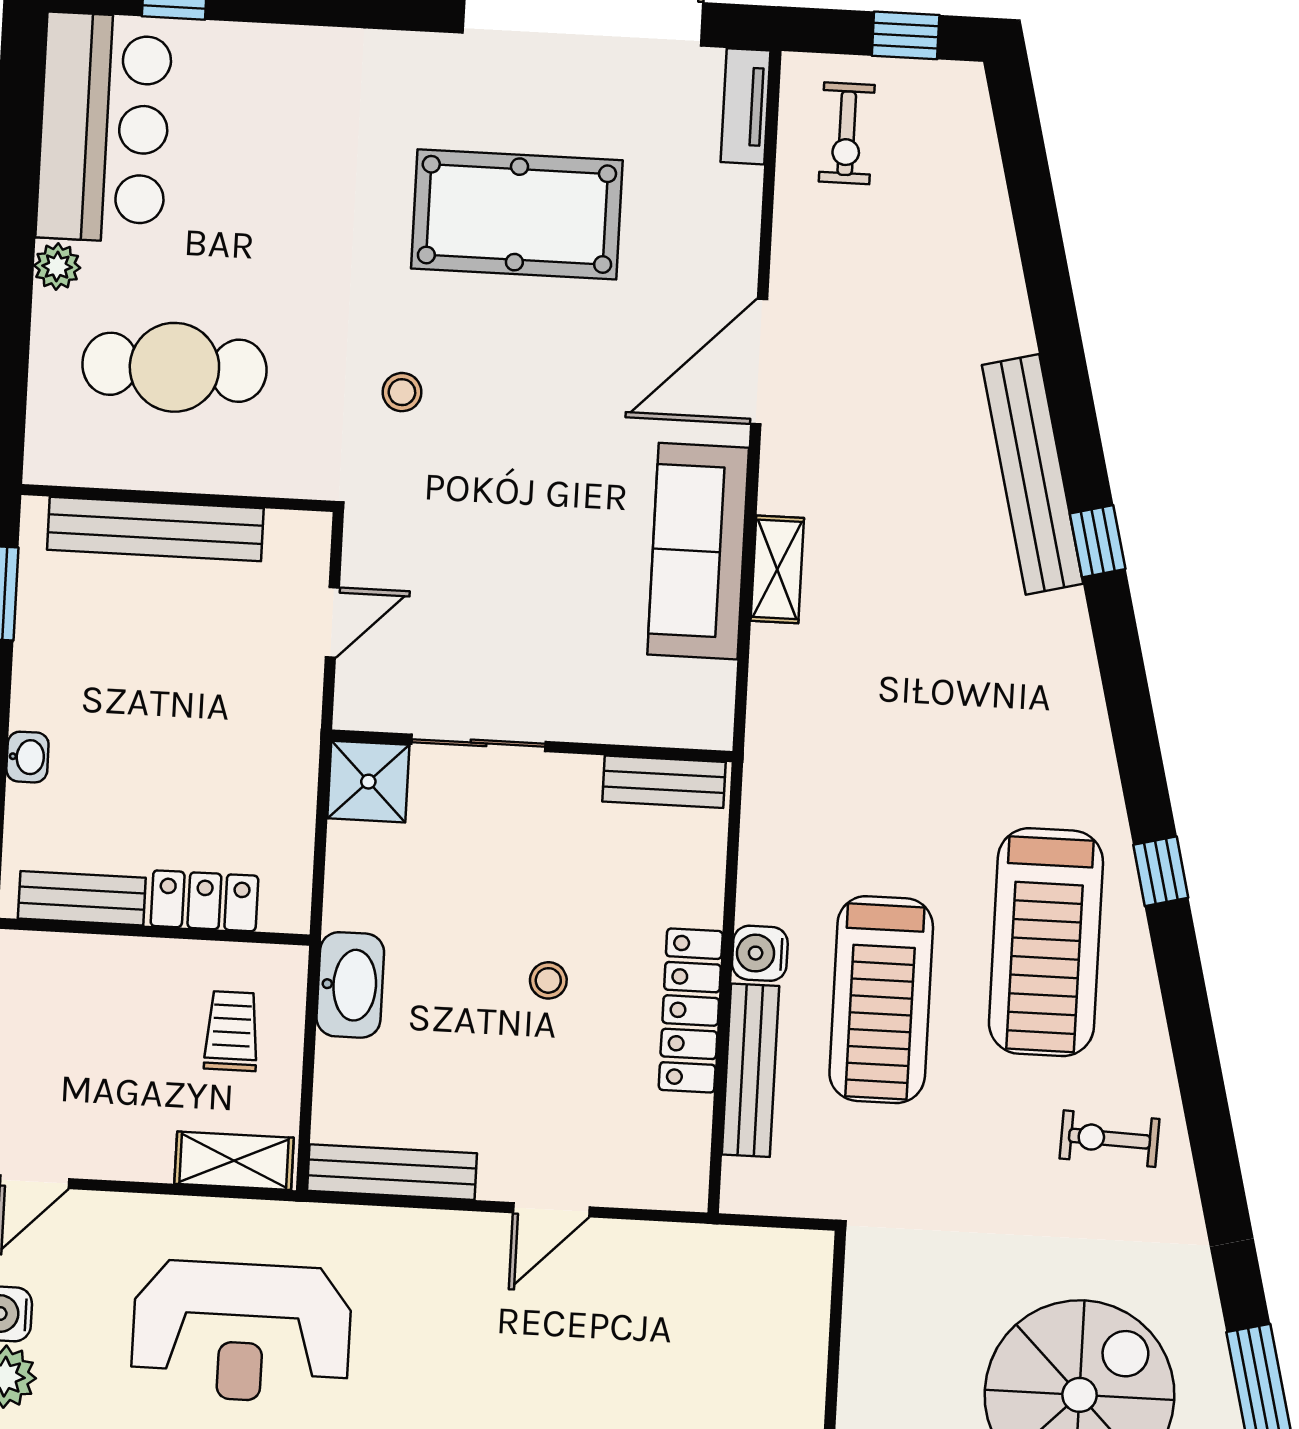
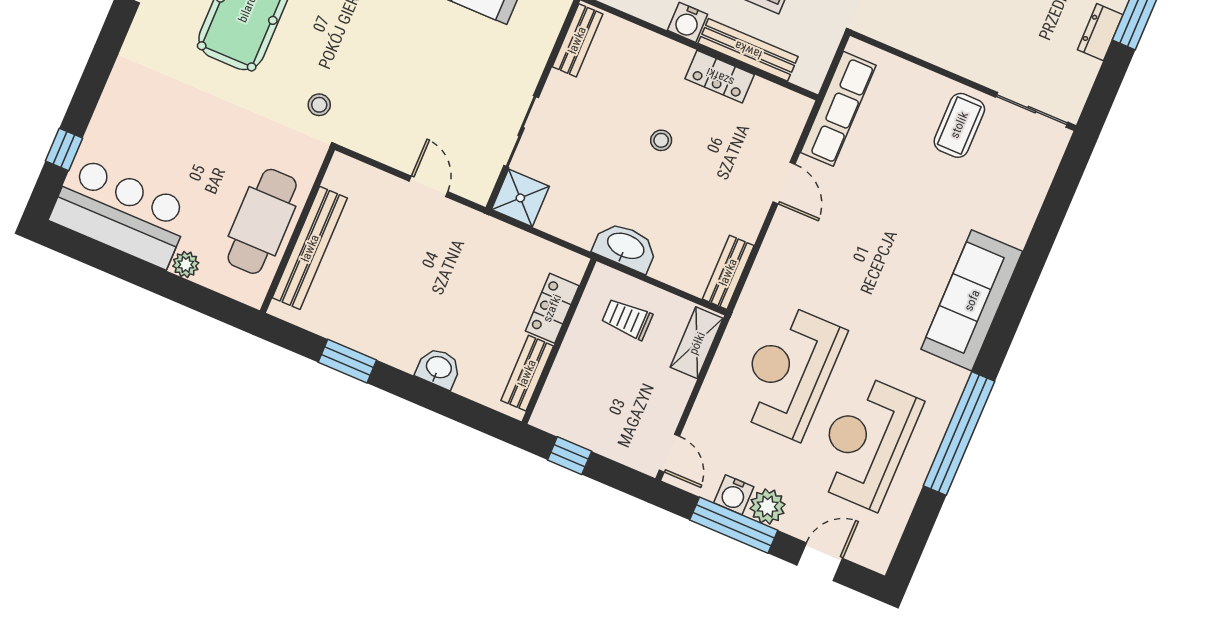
wall: (177, 498) -> (297, 230), moved
bench: (155, 529) -> (310, 248), moved
washbasin: (27, 757) -> (438, 368), width x1.38, depth x1.45
locker: (691, 1011) -> (720, 77), width x0.66
bench: (392, 1172) -> (728, 272), width x0.73
row of seats: (707, 1255) -> (838, 109), added
reception desk: (241, 1332) -> (789, 372), turned 180

